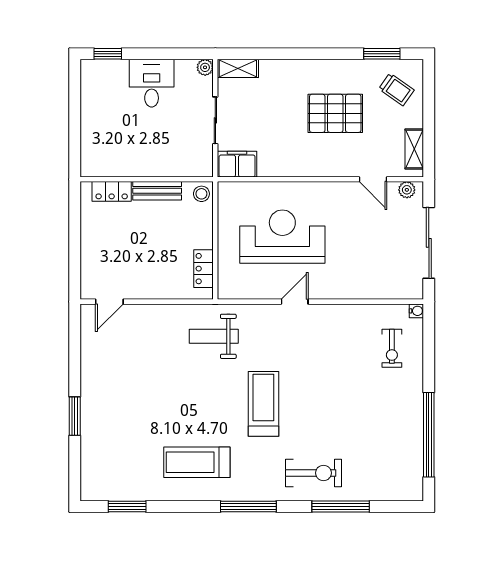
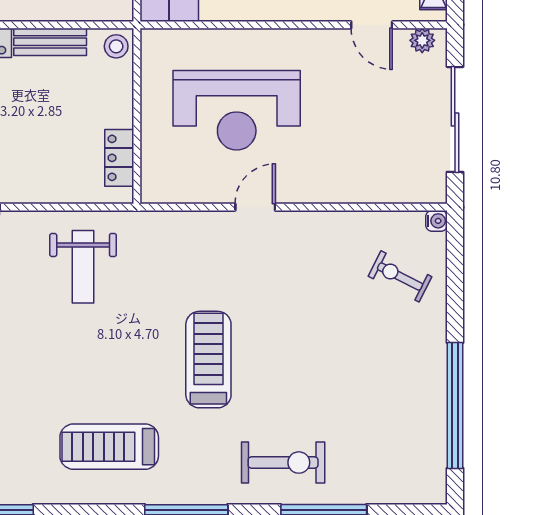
reception desk: (282, 237) -> (237, 110), turned 180
weight bench: (214, 336) -> (83, 267), moved, turned -90
exercise bike: (392, 348) -> (400, 276), turned 117

